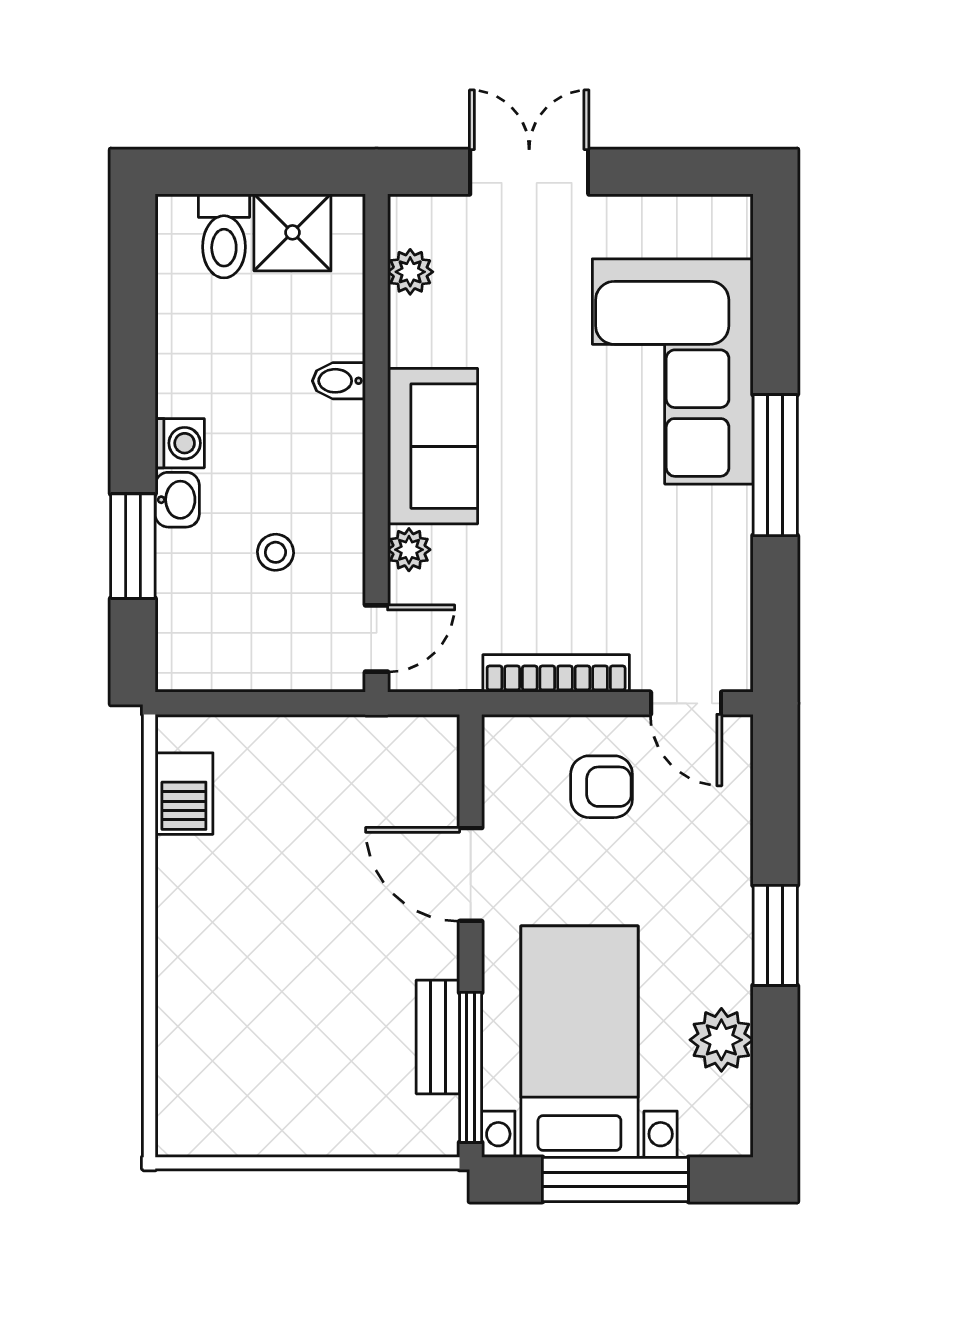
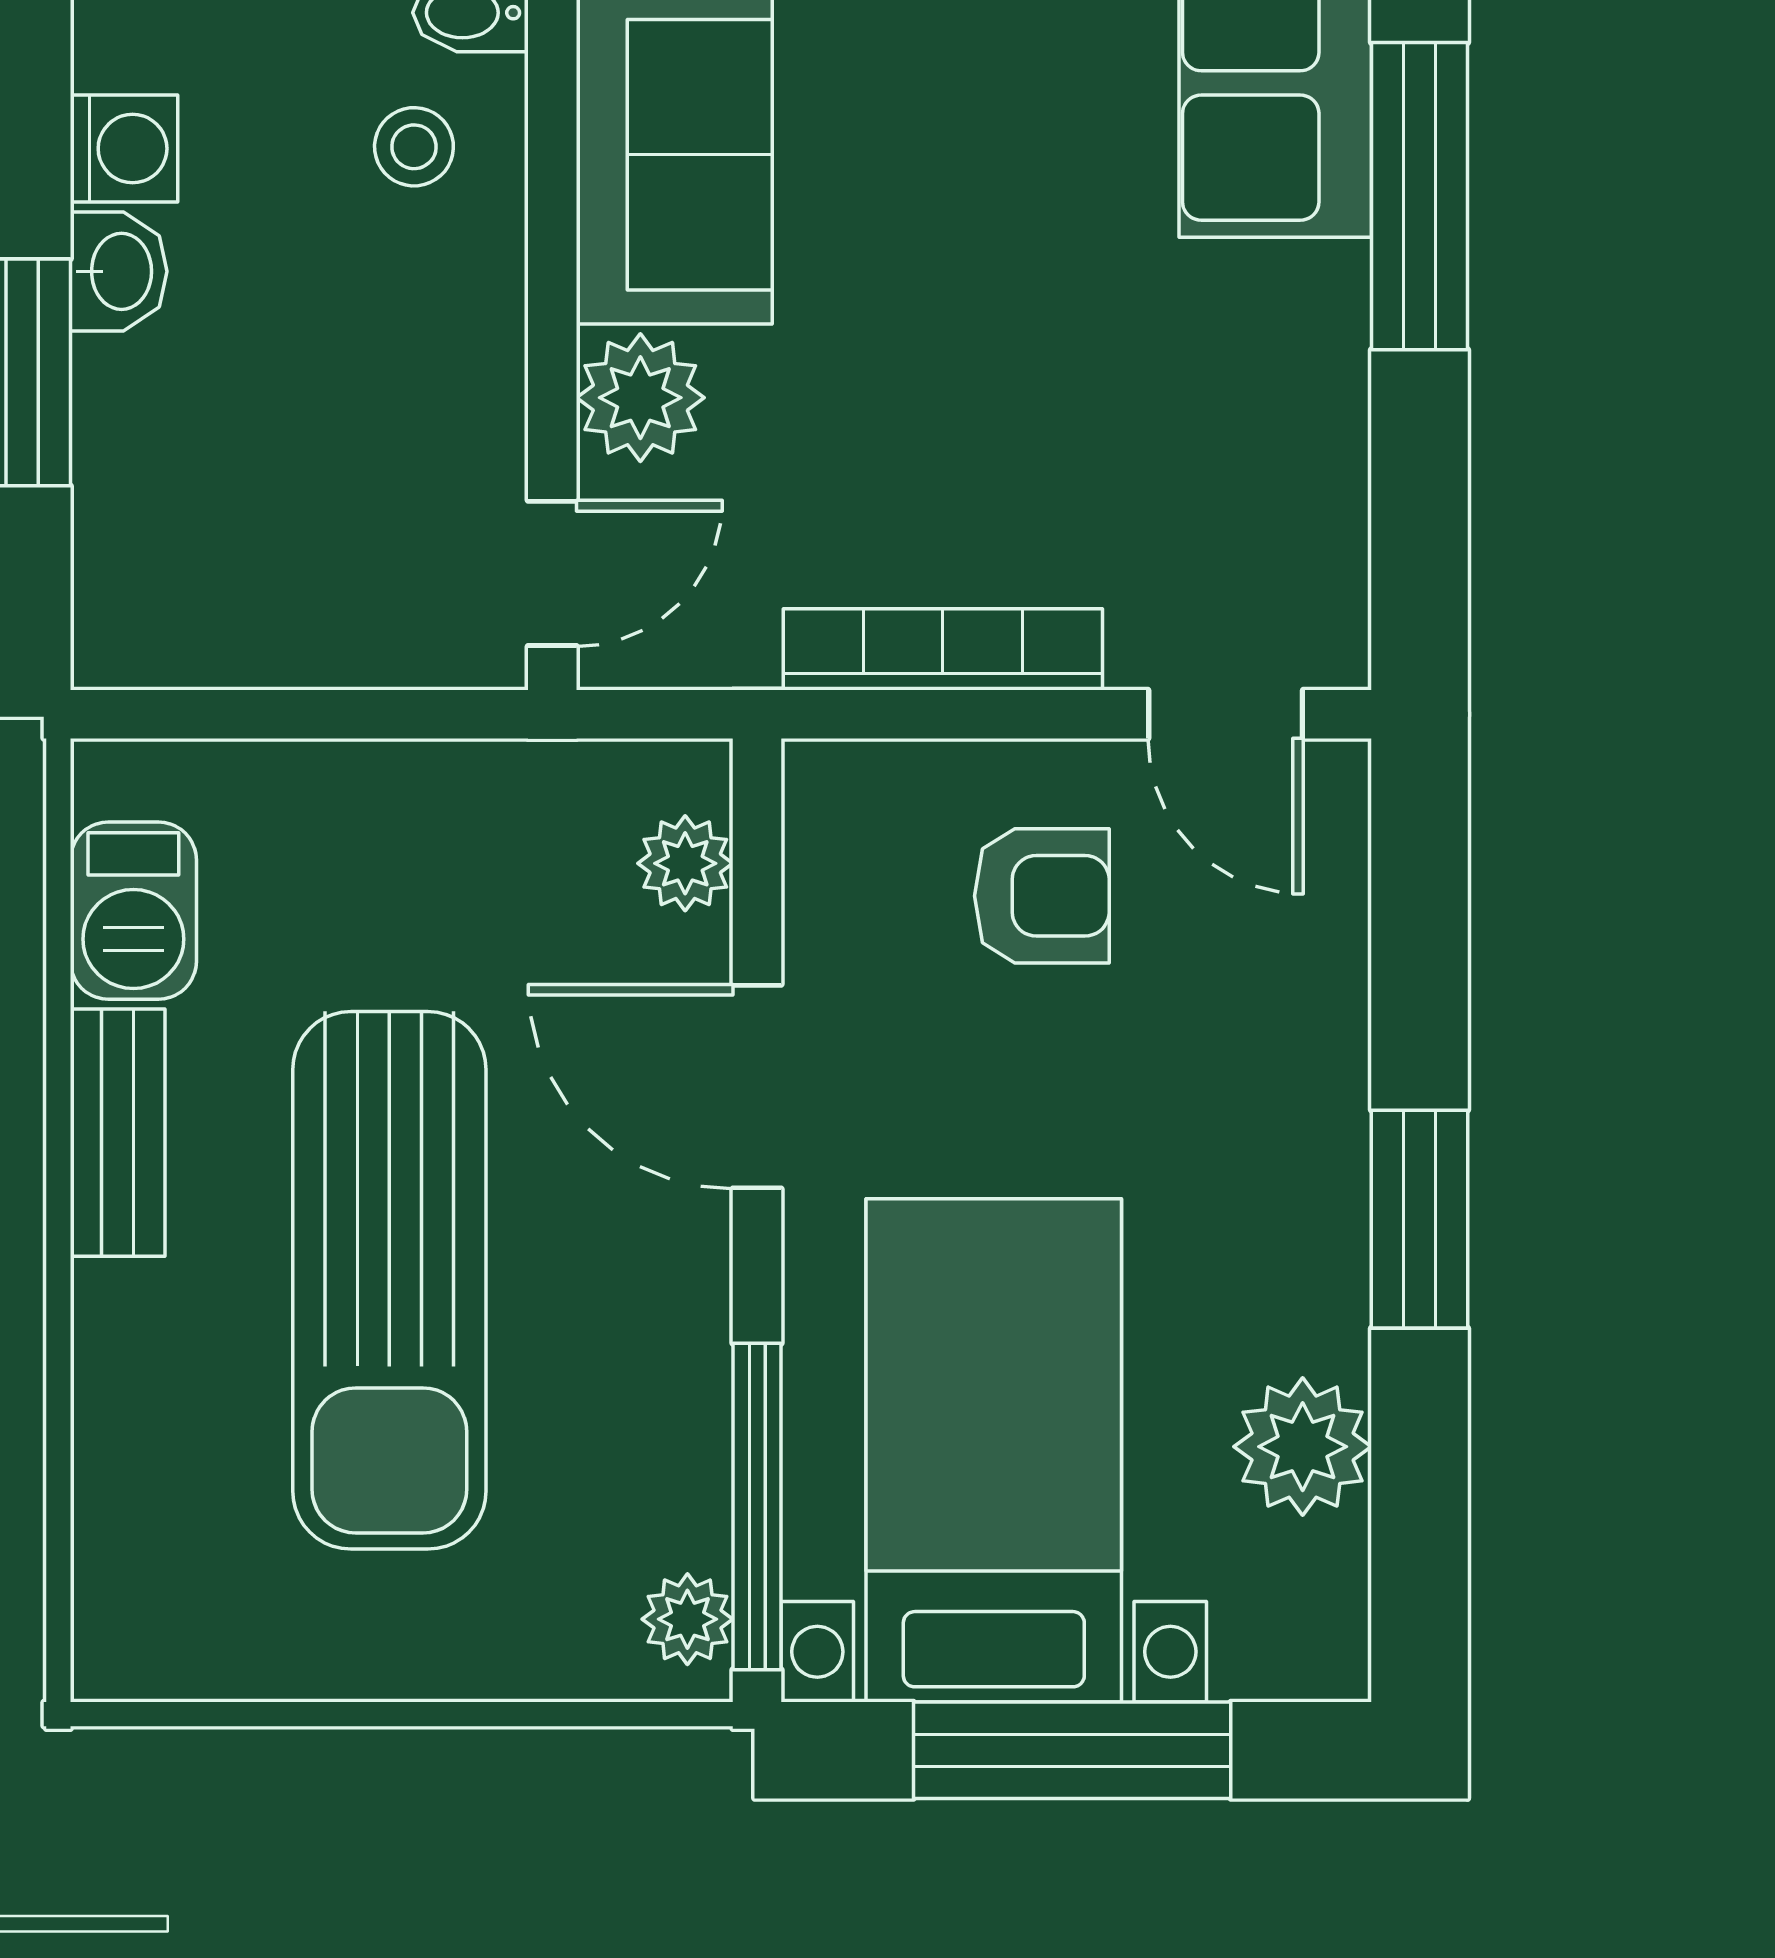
plant: (409, 550) -> (640, 398), width x1.38, depth x1.38
stool: (275, 552) -> (414, 147), moved
plant: (438, 772) -> (685, 863), added
sun lounger: (302, 963) -> (389, 1280), added
bench: (438, 1037) -> (118, 1133), moved
plant: (439, 1119) -> (687, 1619), added

